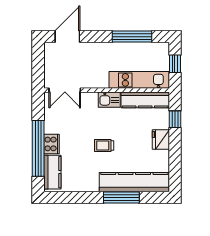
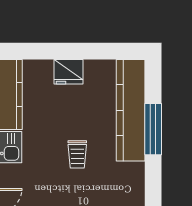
window: (175, 119) -> (39, 51), removed

